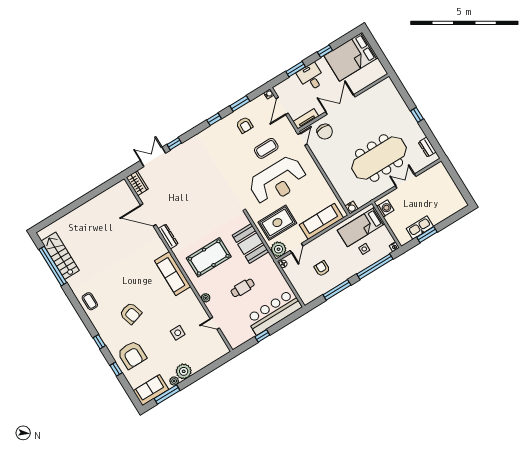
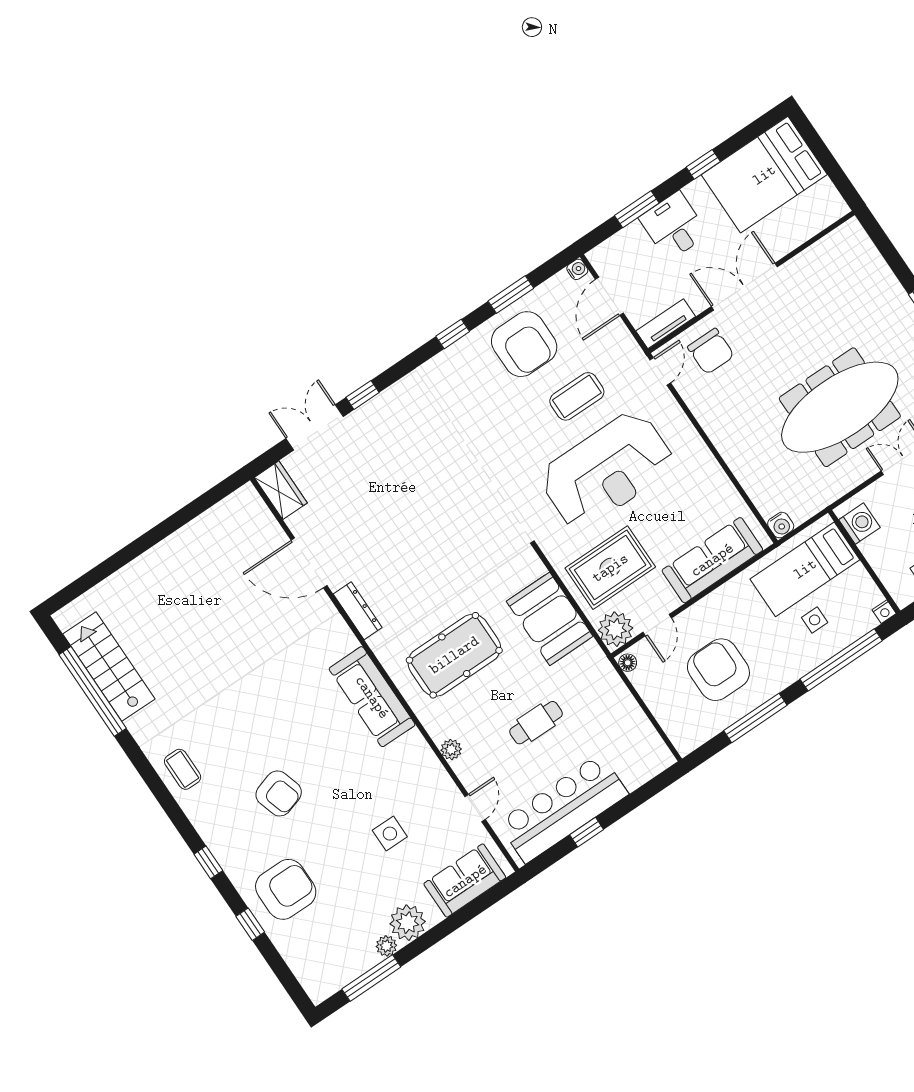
armchair: (245, 125) -> (524, 344), width x1.88, depth x1.88
armchair: (322, 268) -> (718, 670), width x1.88, depth x1.88
bar counter: (274, 312) -> (563, 808), moved
door: (215, 323) -> (475, 808), swing flipped
armchair: (132, 355) -> (286, 889), turned -90
sofa: (151, 390) -> (465, 881), moved

